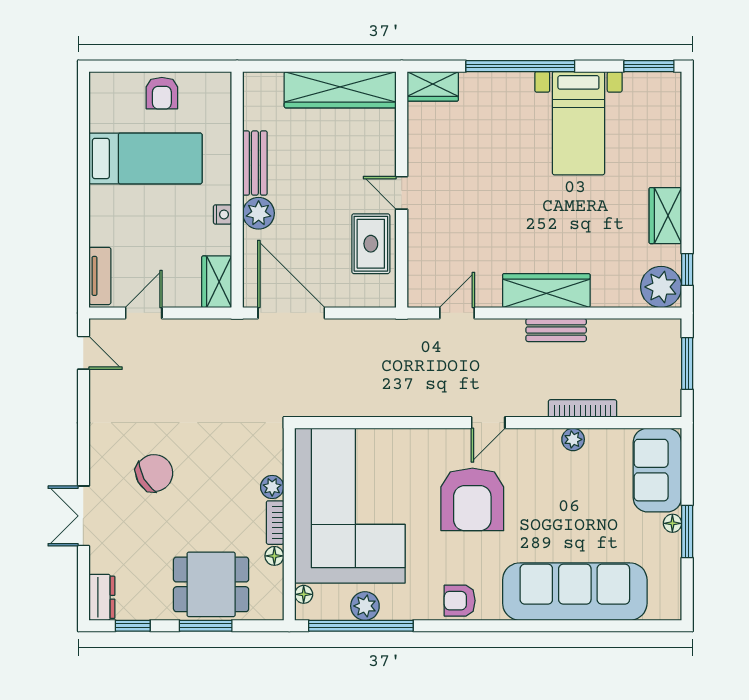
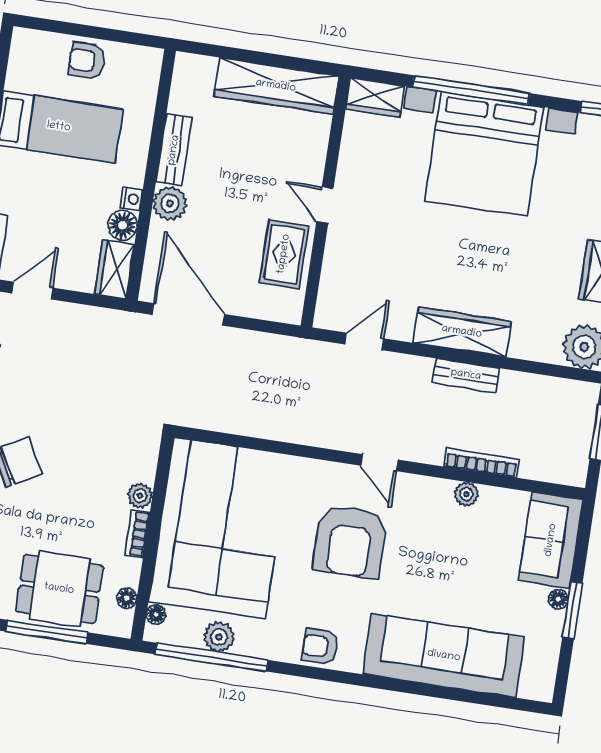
armchair: (162, 93) -> (87, 61), turned 90
bed with nightstands: (578, 123) -> (484, 154), width x1.85
floor lamp: (218, 240) -> (123, 225), added
door: (488, 423) -> (379, 463), hinge flipped
floor lamp: (274, 556) -> (127, 598), moved
window: (206, 626) -> (47, 632), width x1.44

